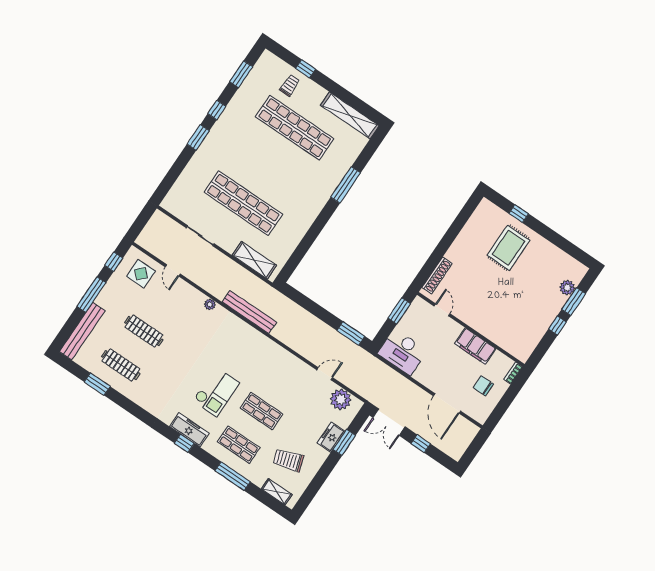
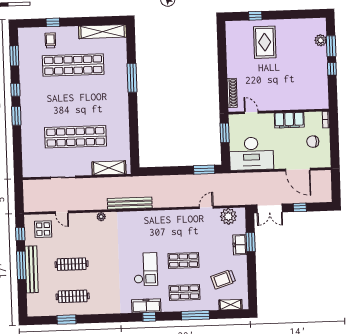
bench: (82, 331) -> (32, 269), moved
desk: (403, 352) -> (251, 154), width x1.36, depth x1.30

